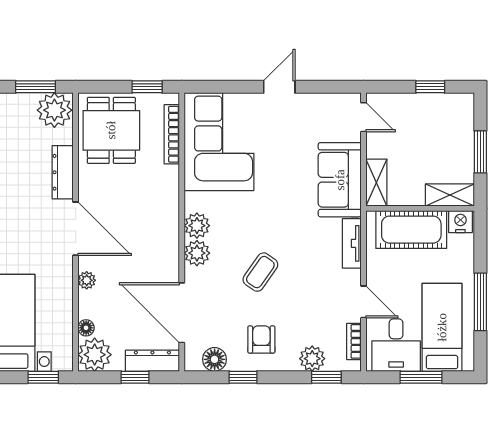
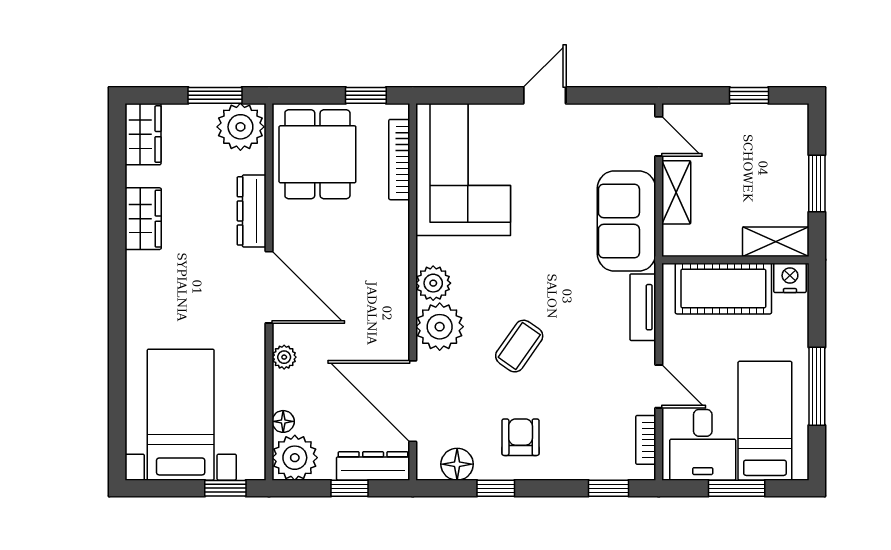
shelving: (376, 183) -> (676, 192), moved
plant: (197, 253) -> (440, 327), width x1.36, depth x1.36
plant: (312, 359) -> (589, 463), removed

